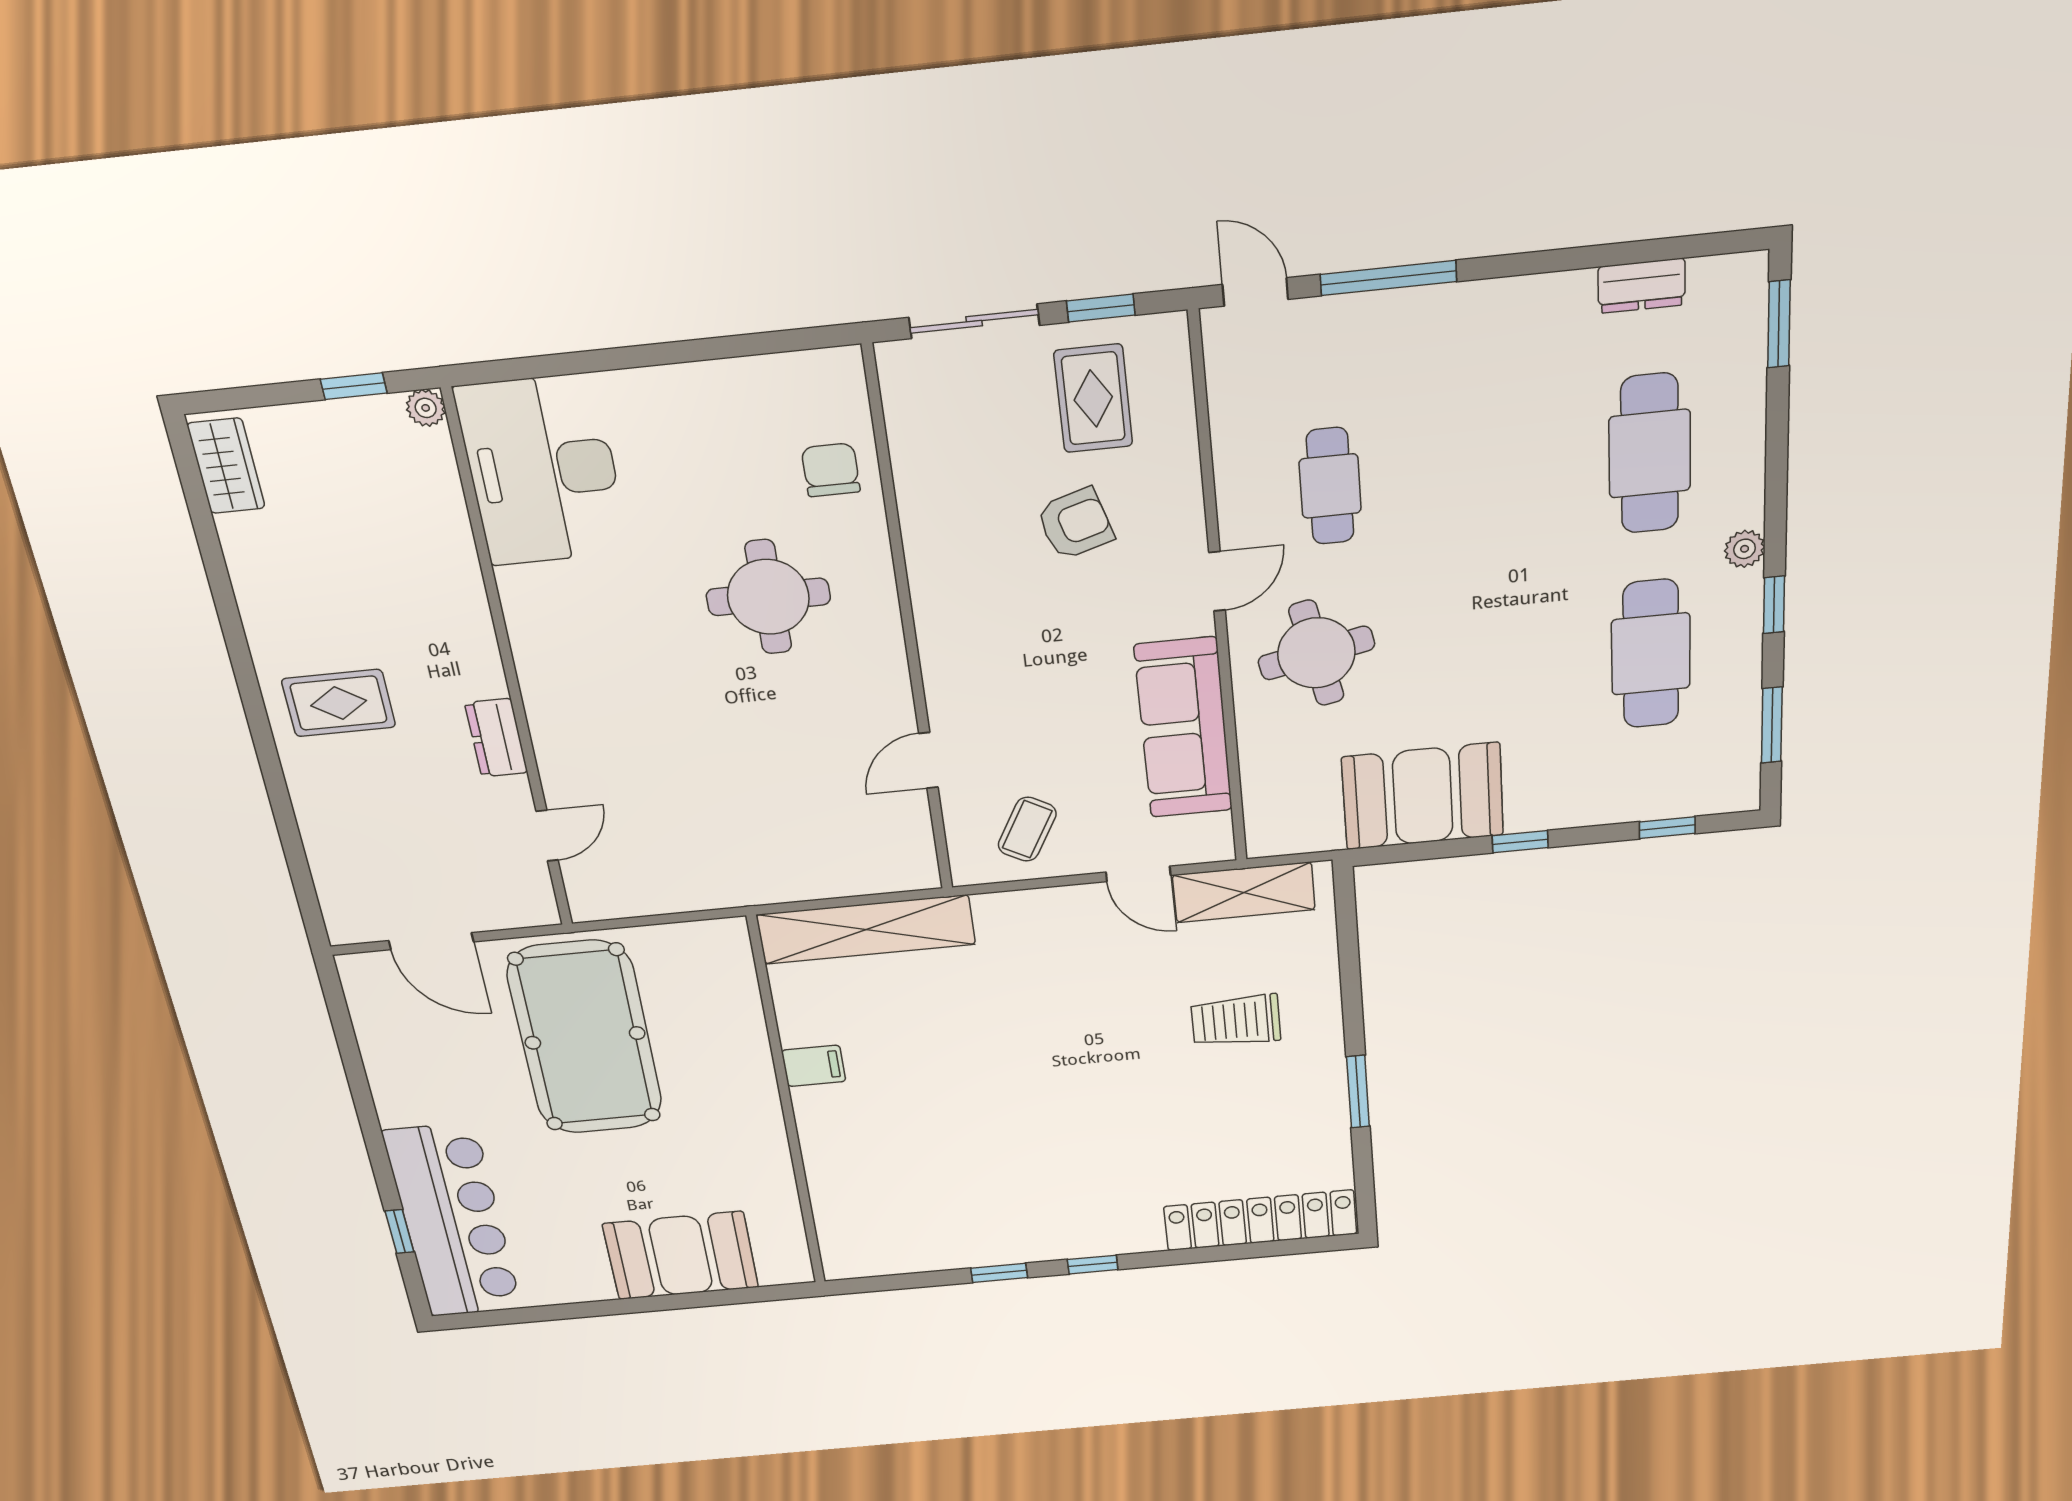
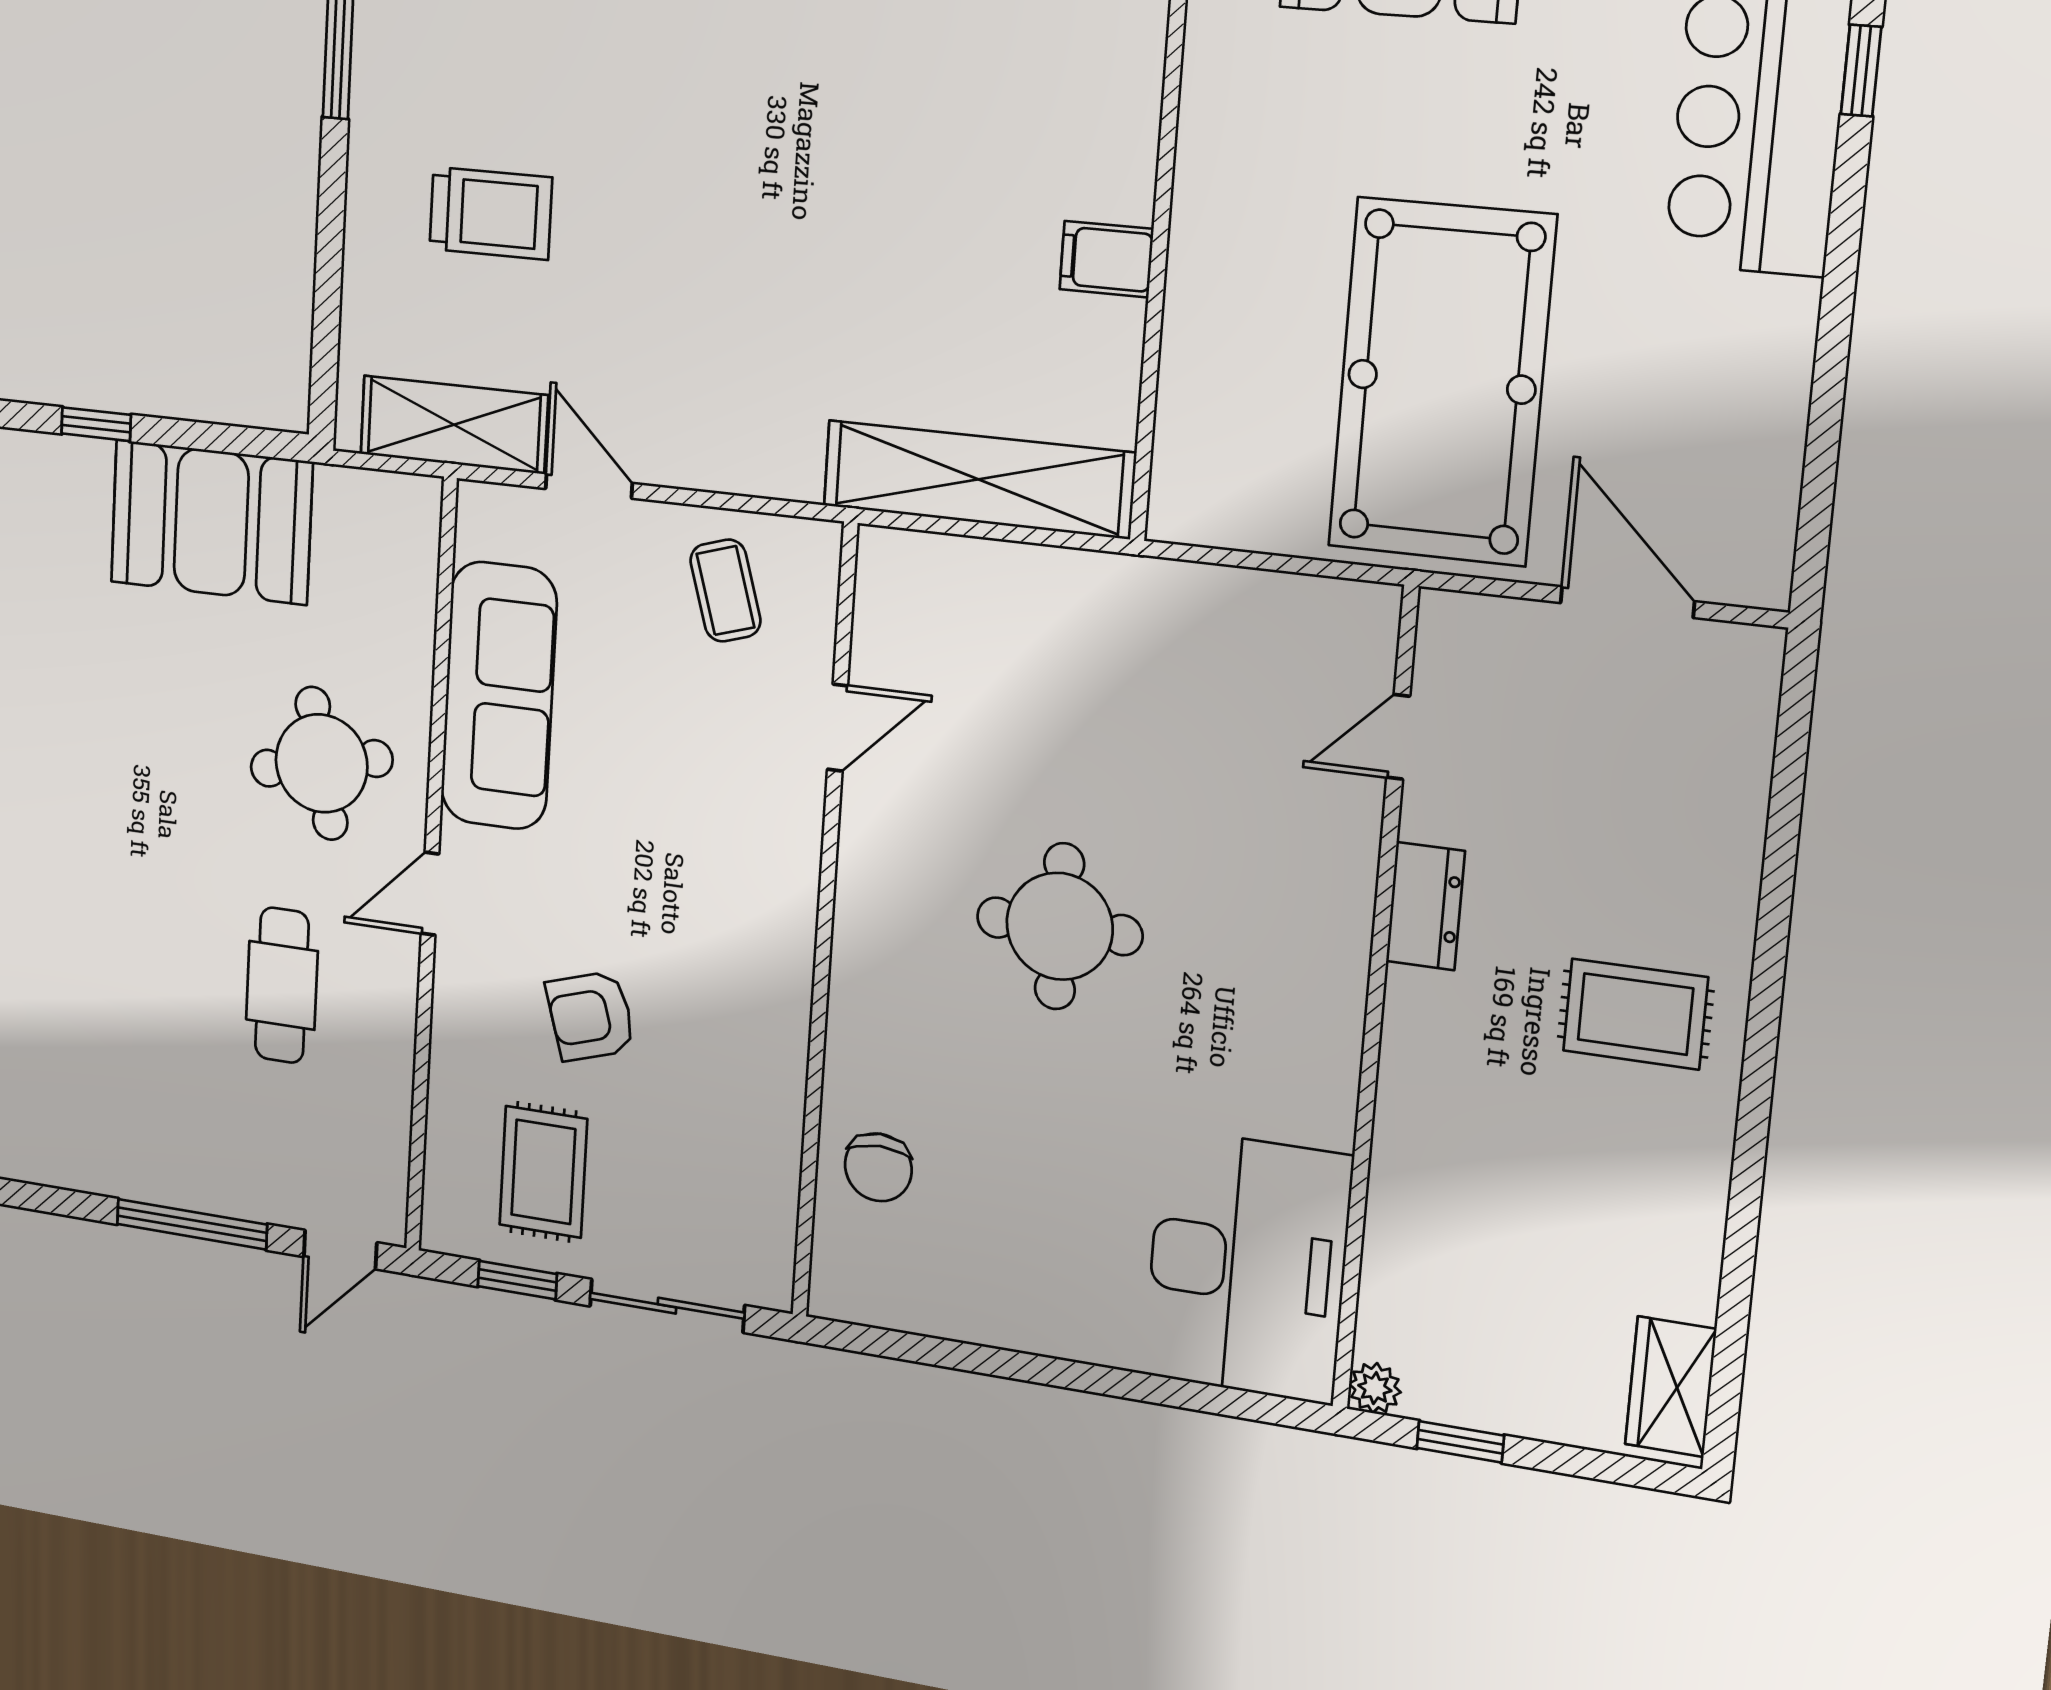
door: (1255, 292) -> (340, 1250), hinge flipped
round table: (768, 597) -> (1060, 926), moved
coffee table: (1027, 829) -> (725, 591), turned -46

